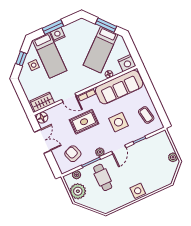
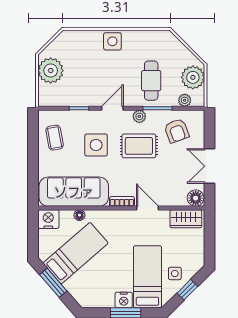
rug: (84, 122) -> (139, 146), moved
plant: (173, 157) -> (51, 71), width x1.88, depth x1.88

